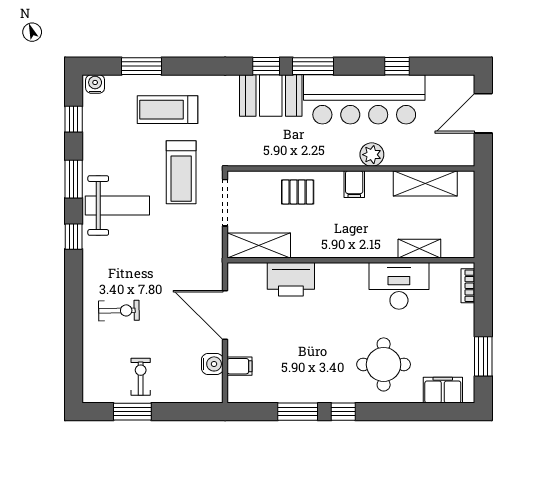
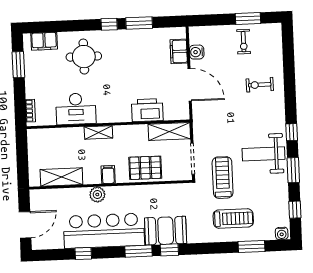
pallet: (298, 192) -> (145, 168), width x1.50, depth x1.42
shelving: (419, 249) -> (98, 132), moved
filing cabinet: (240, 366) -> (179, 51), width x2.00

